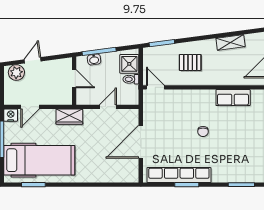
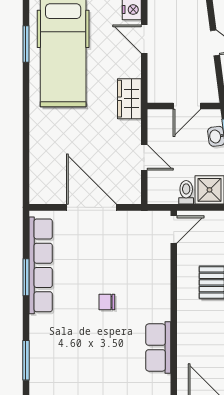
plant: (16, 73) -> (196, 18), removed

